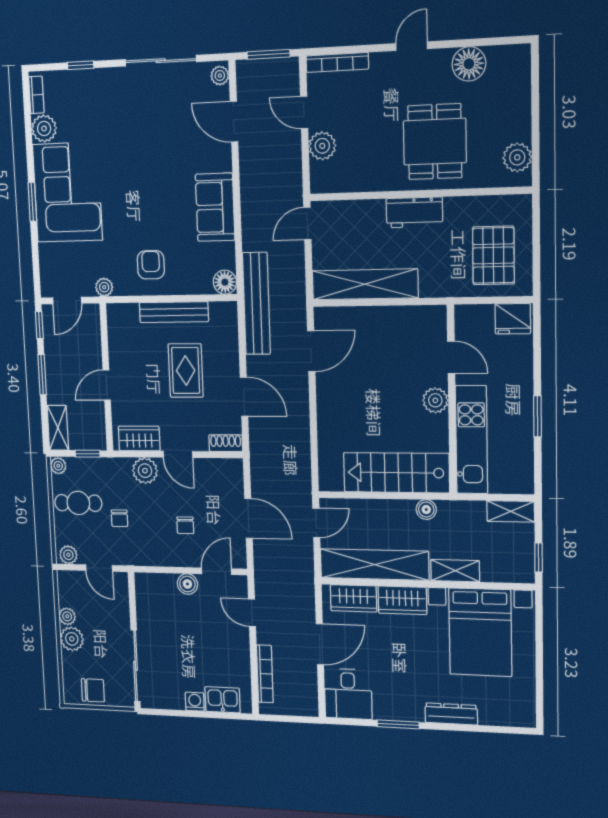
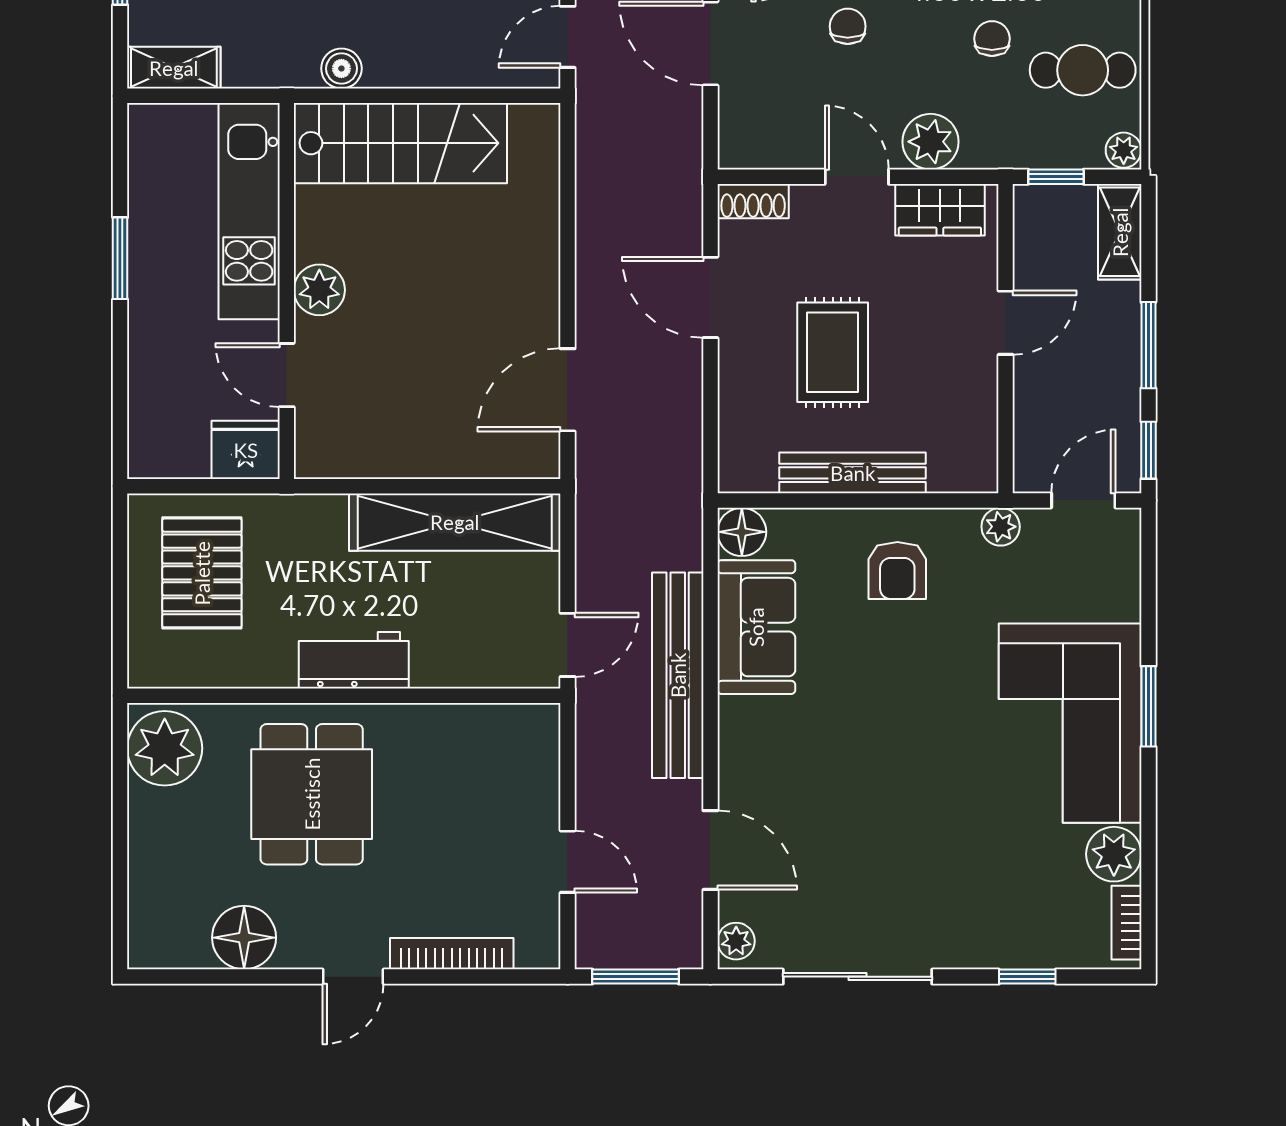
bookcase: (337, 63) -> (452, 954), moved
plant: (322, 146) -> (533, 795), removed
plant: (517, 157) -> (165, 748), width x1.36, depth x1.36
sofa: (215, 207) -> (756, 627), moved
bench: (256, 303) -> (678, 675), moved
fridge: (513, 319) -> (246, 450), moved

